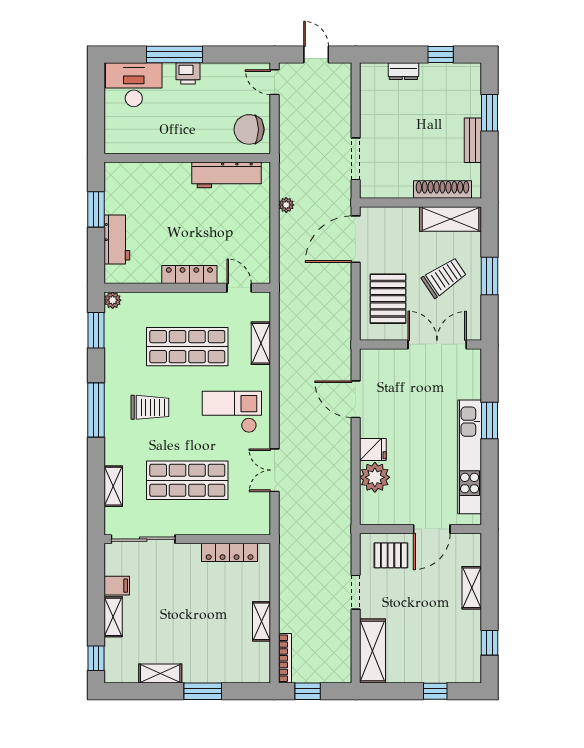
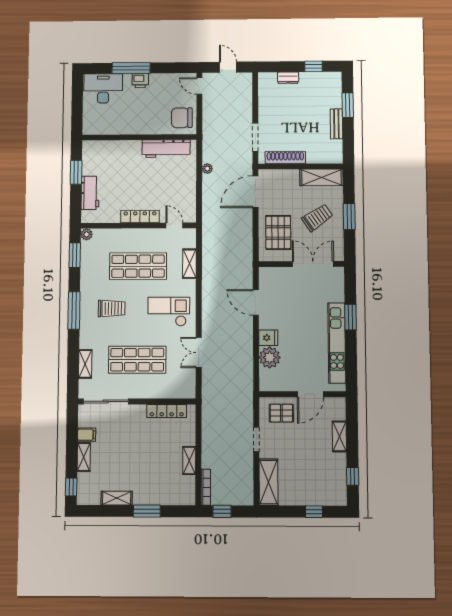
shoe rack: (442, 190) -> (285, 158), moved

